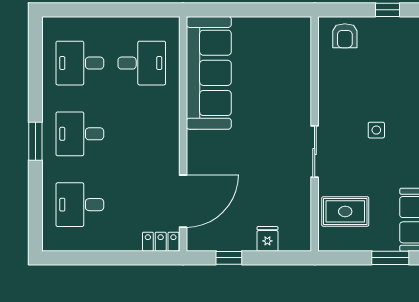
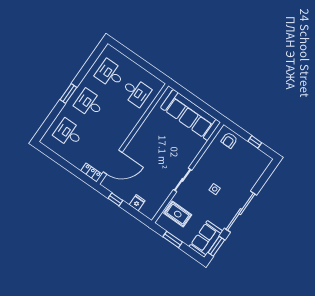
sofa: (209, 73) -> (191, 115), moved, turned 90
window: (390, 258) -> (173, 239), moved

